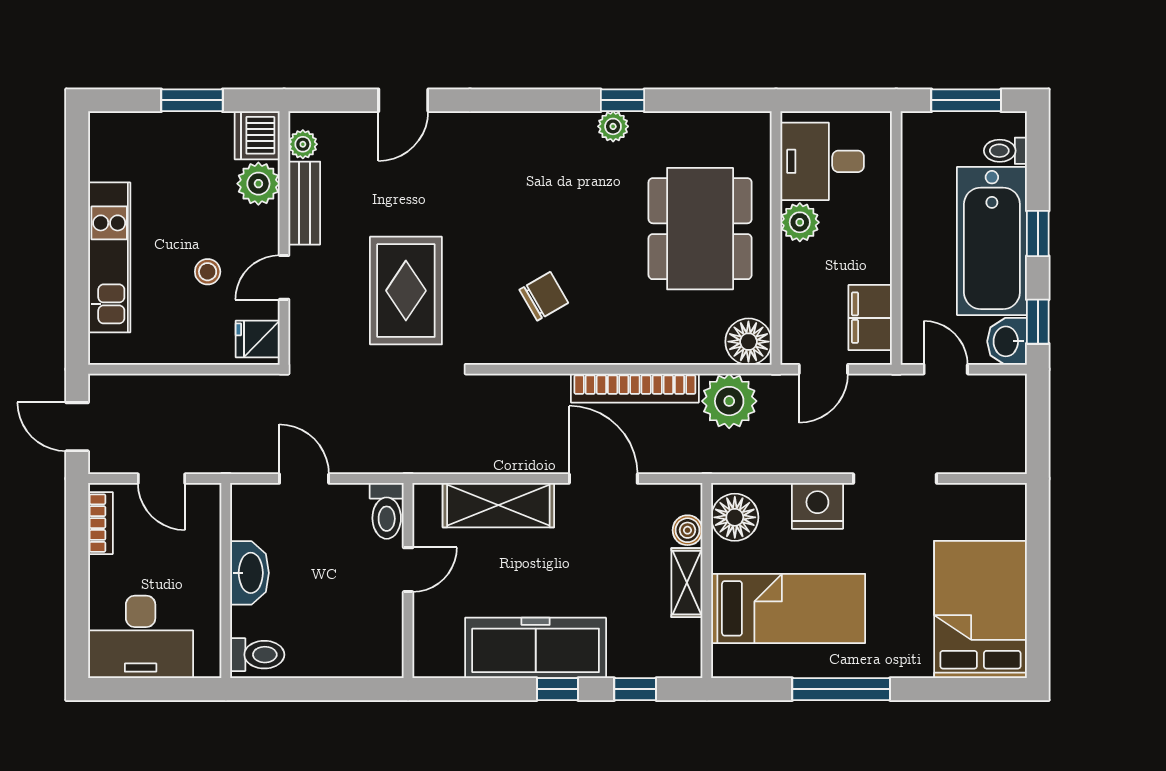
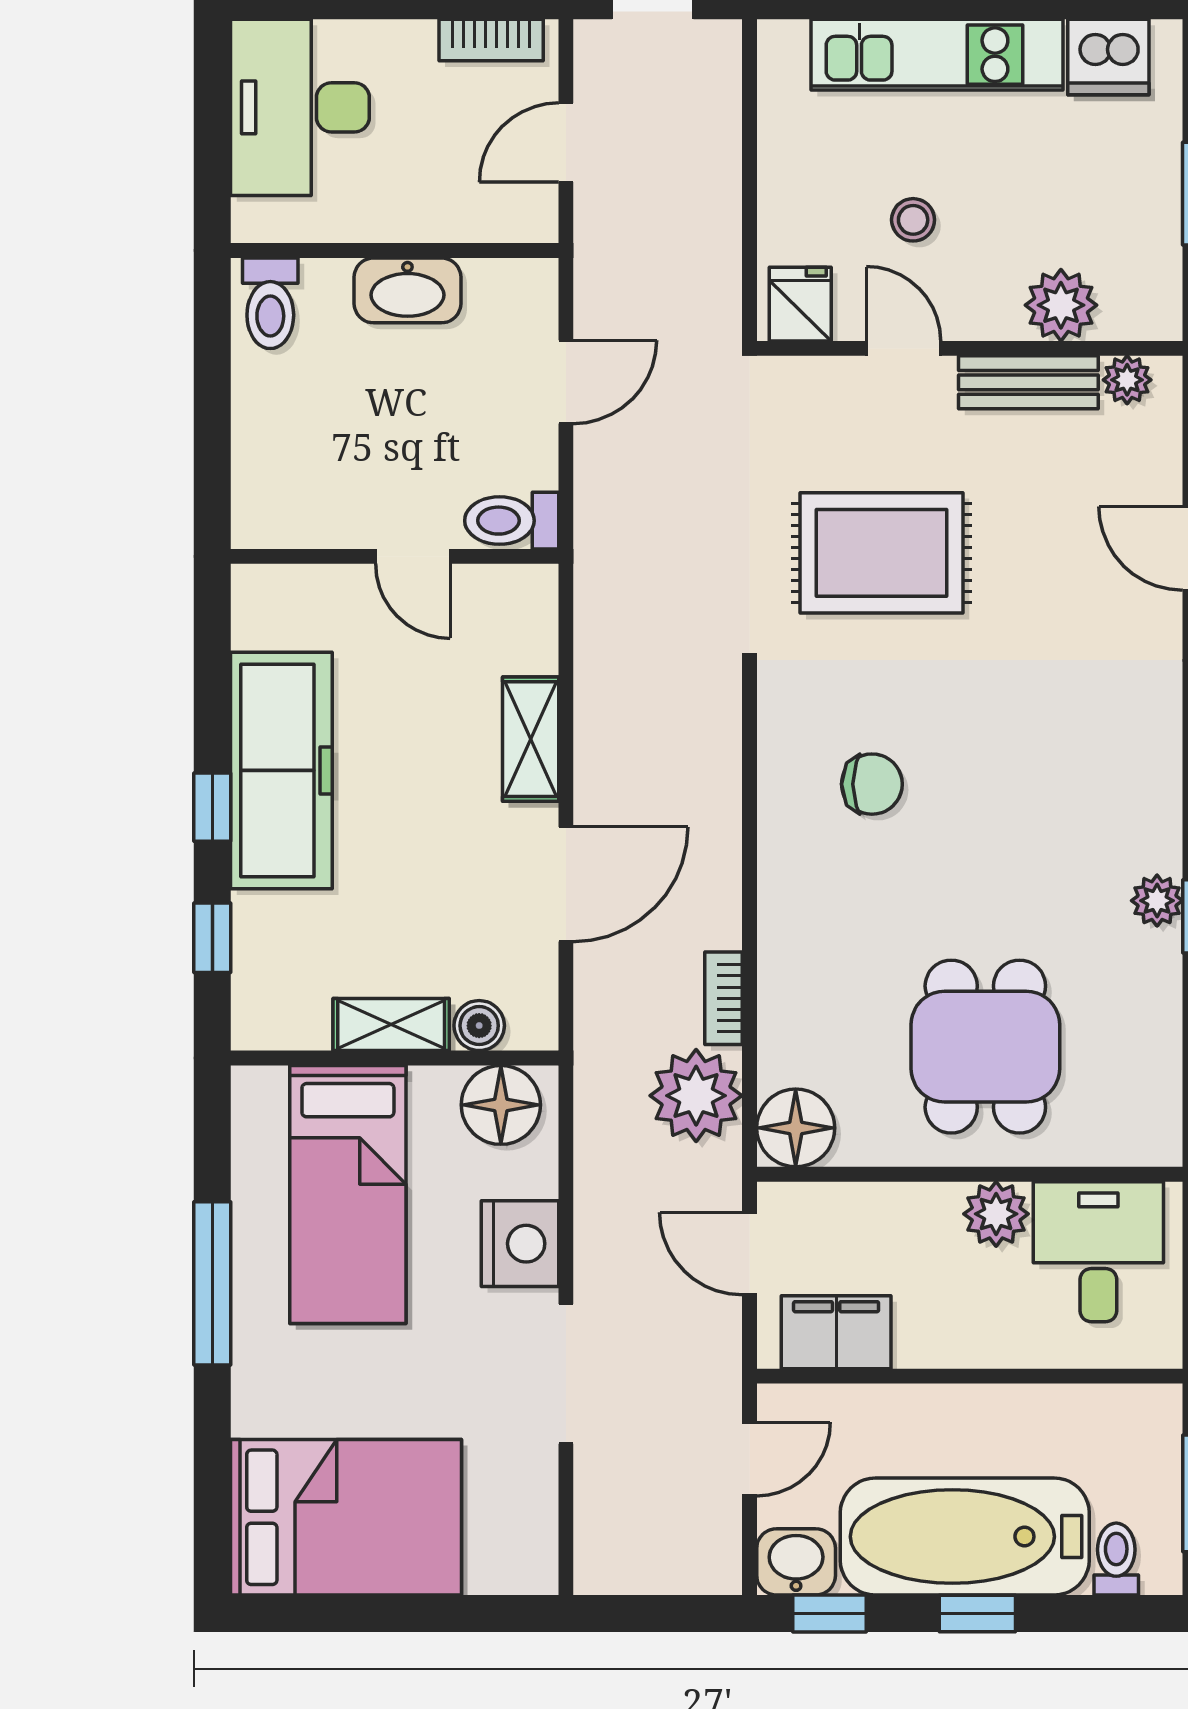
dishwasher: (257, 135) -> (1108, 57), moved, turned 180
dining table: (700, 229) -> (985, 1047), width x0.73
chair: (544, 296) -> (872, 784), turned -60
bookcase: (635, 388) -> (724, 998), width x0.43, depth x0.76
shelving: (498, 505) -> (531, 739), width x0.67, depth x0.75

